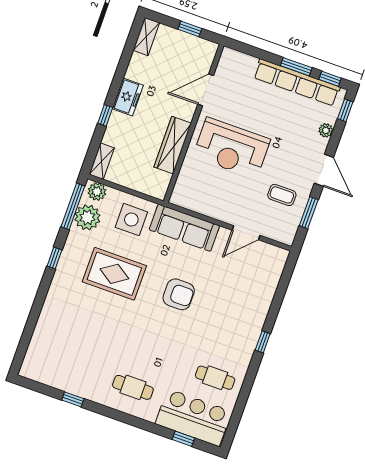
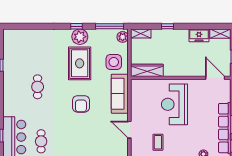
door: (206, 90) -> (215, 78), moved
freezer: (128, 97) -> (199, 35), moved
wardrobe: (173, 145) -> (147, 70), moved
plant: (87, 217) -> (80, 37), moved
cafe table: (133, 387) -> (38, 87), moved

